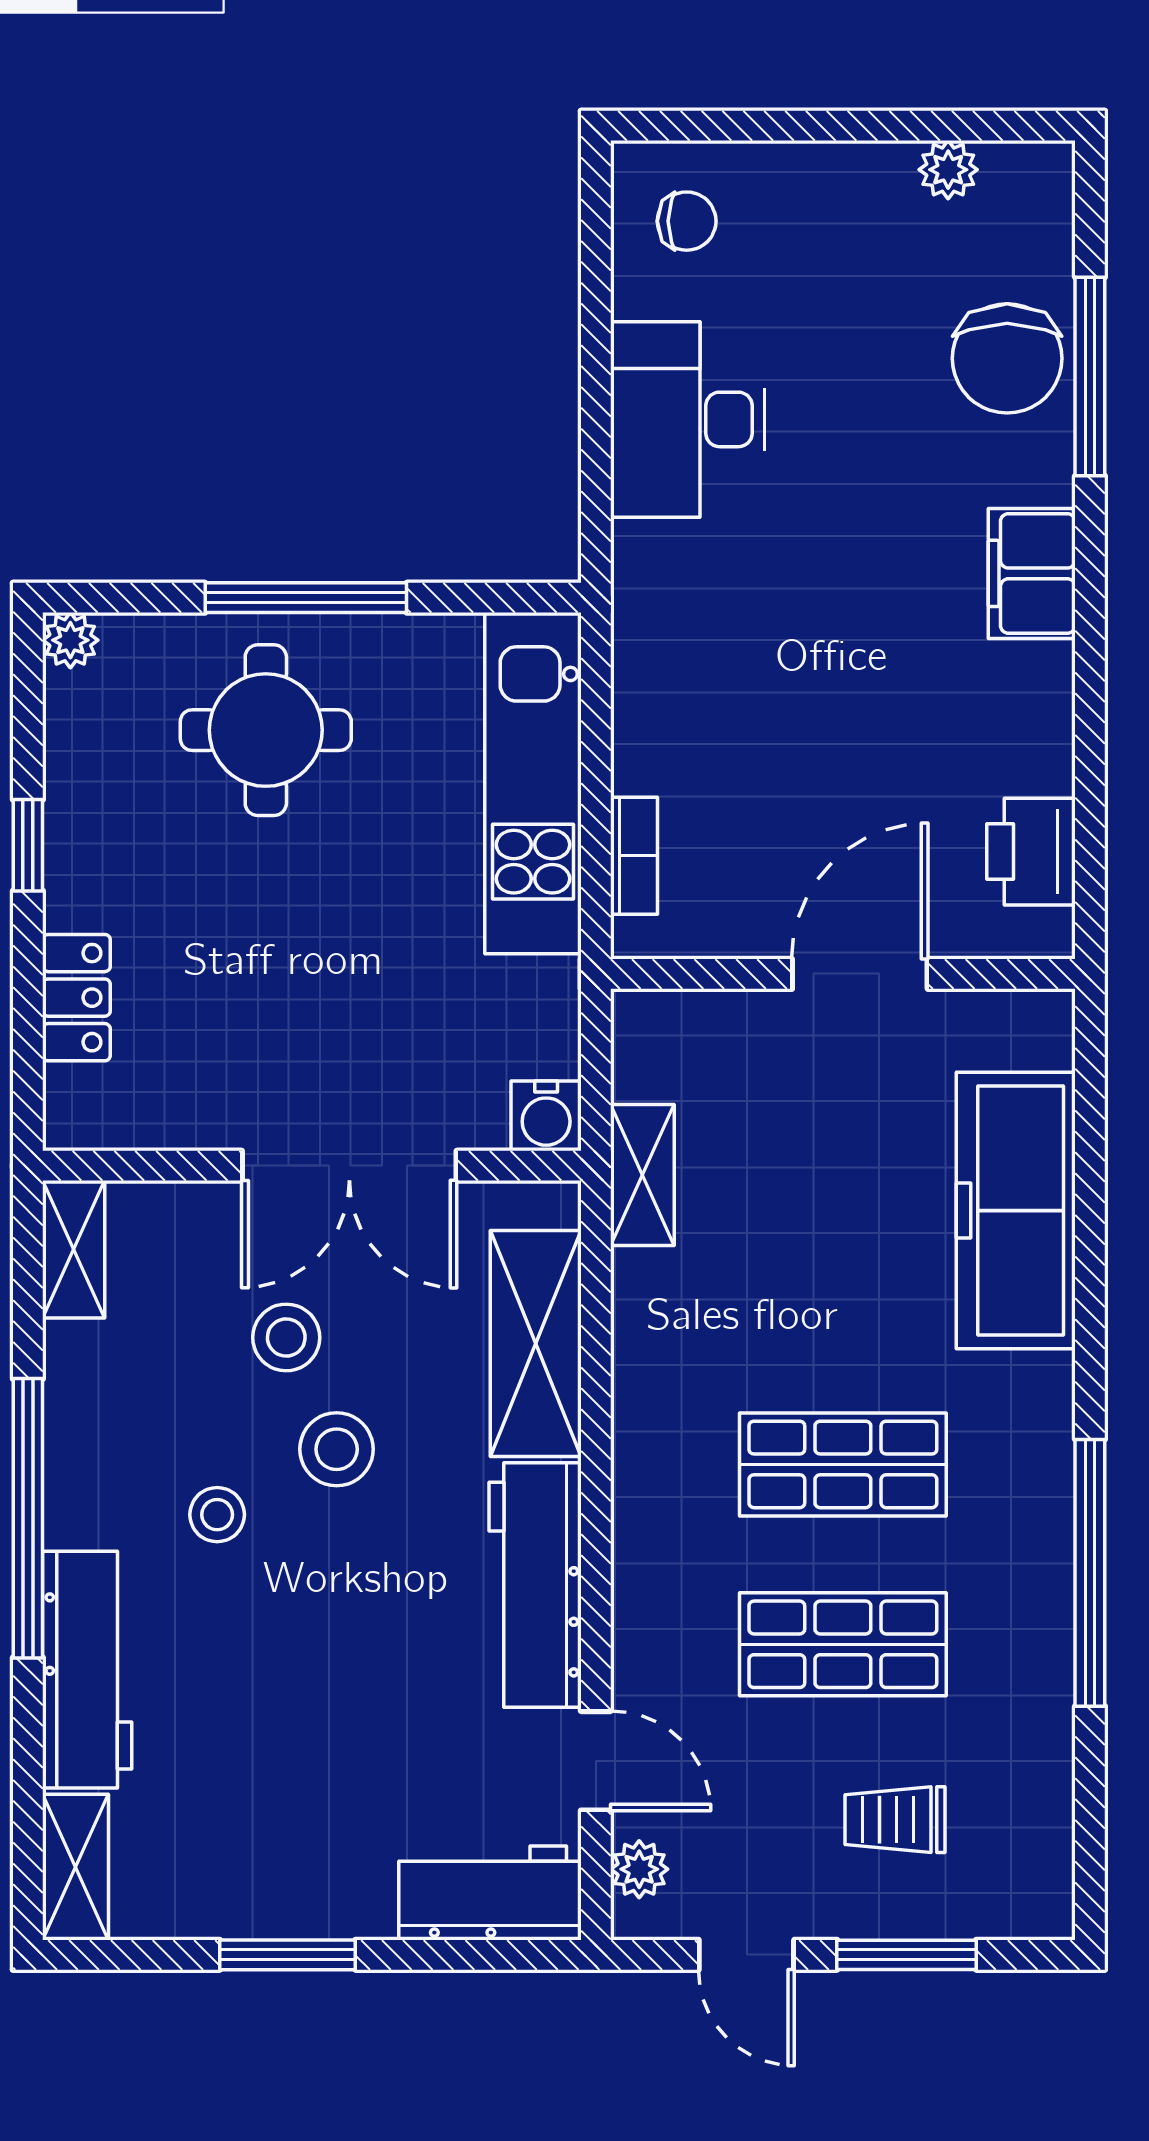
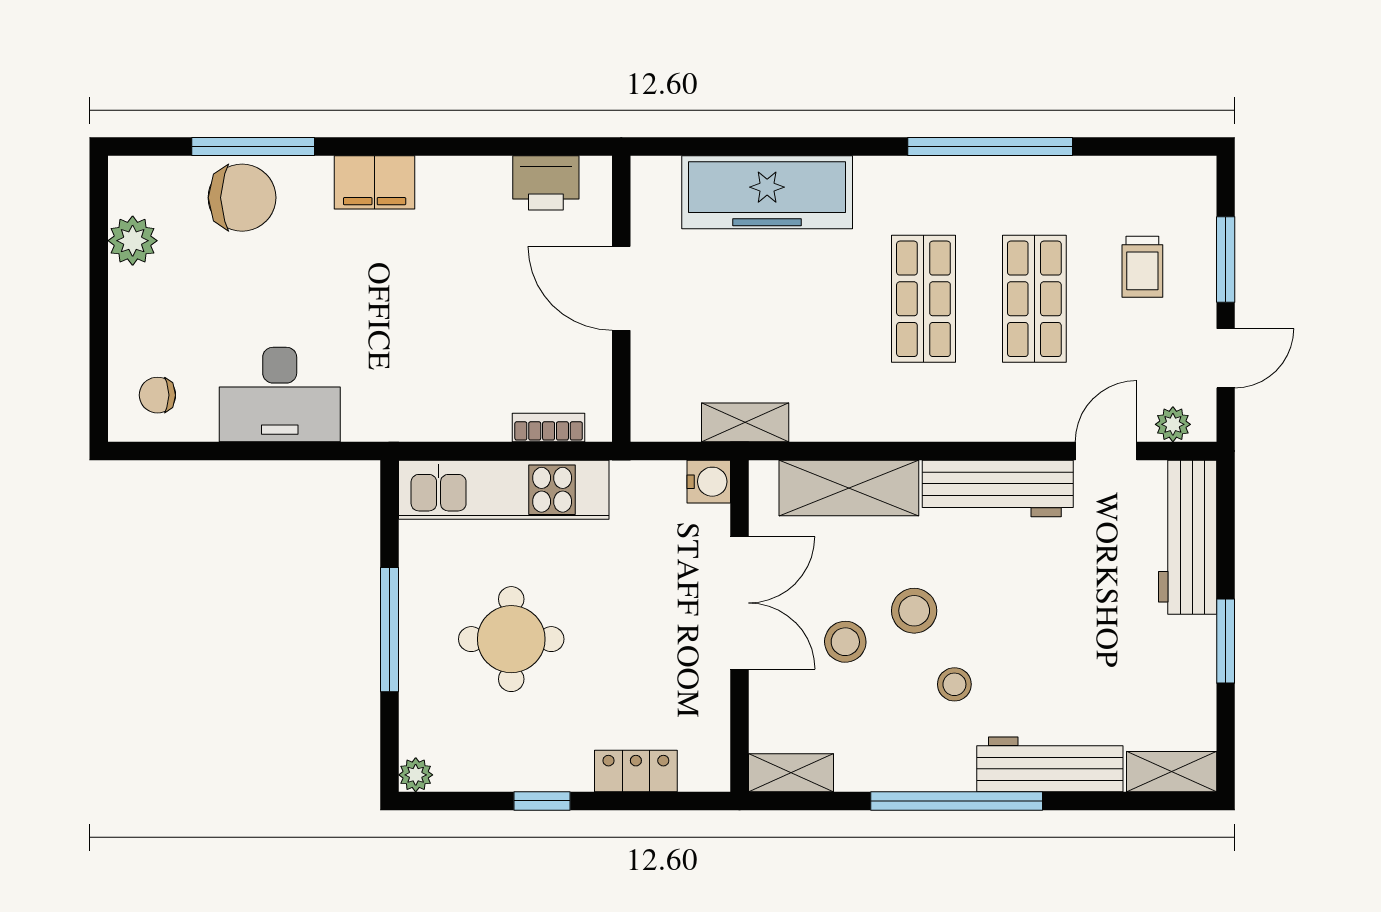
plant: (948, 170) -> (133, 241), width x1.38, depth x1.38
chair: (687, 221) -> (157, 395), turned -90
round table: (266, 730) -> (511, 639), moved
workbench: (490, 1893) -> (1188, 537), width x1.38

